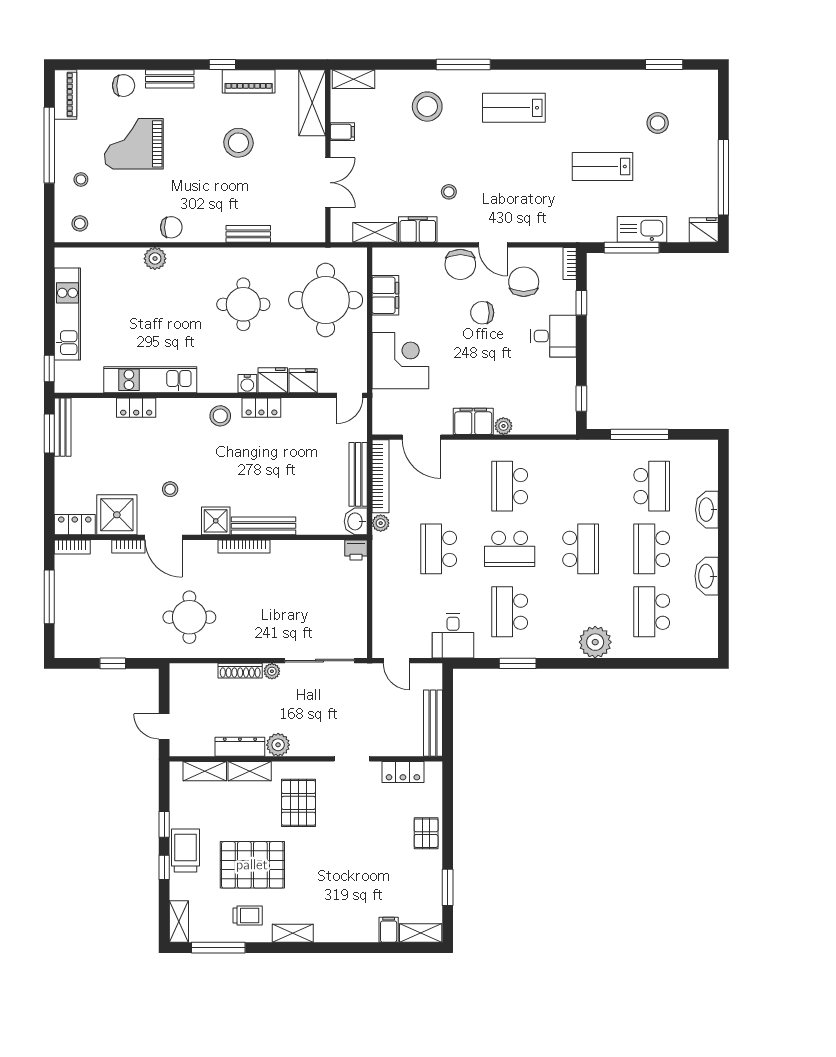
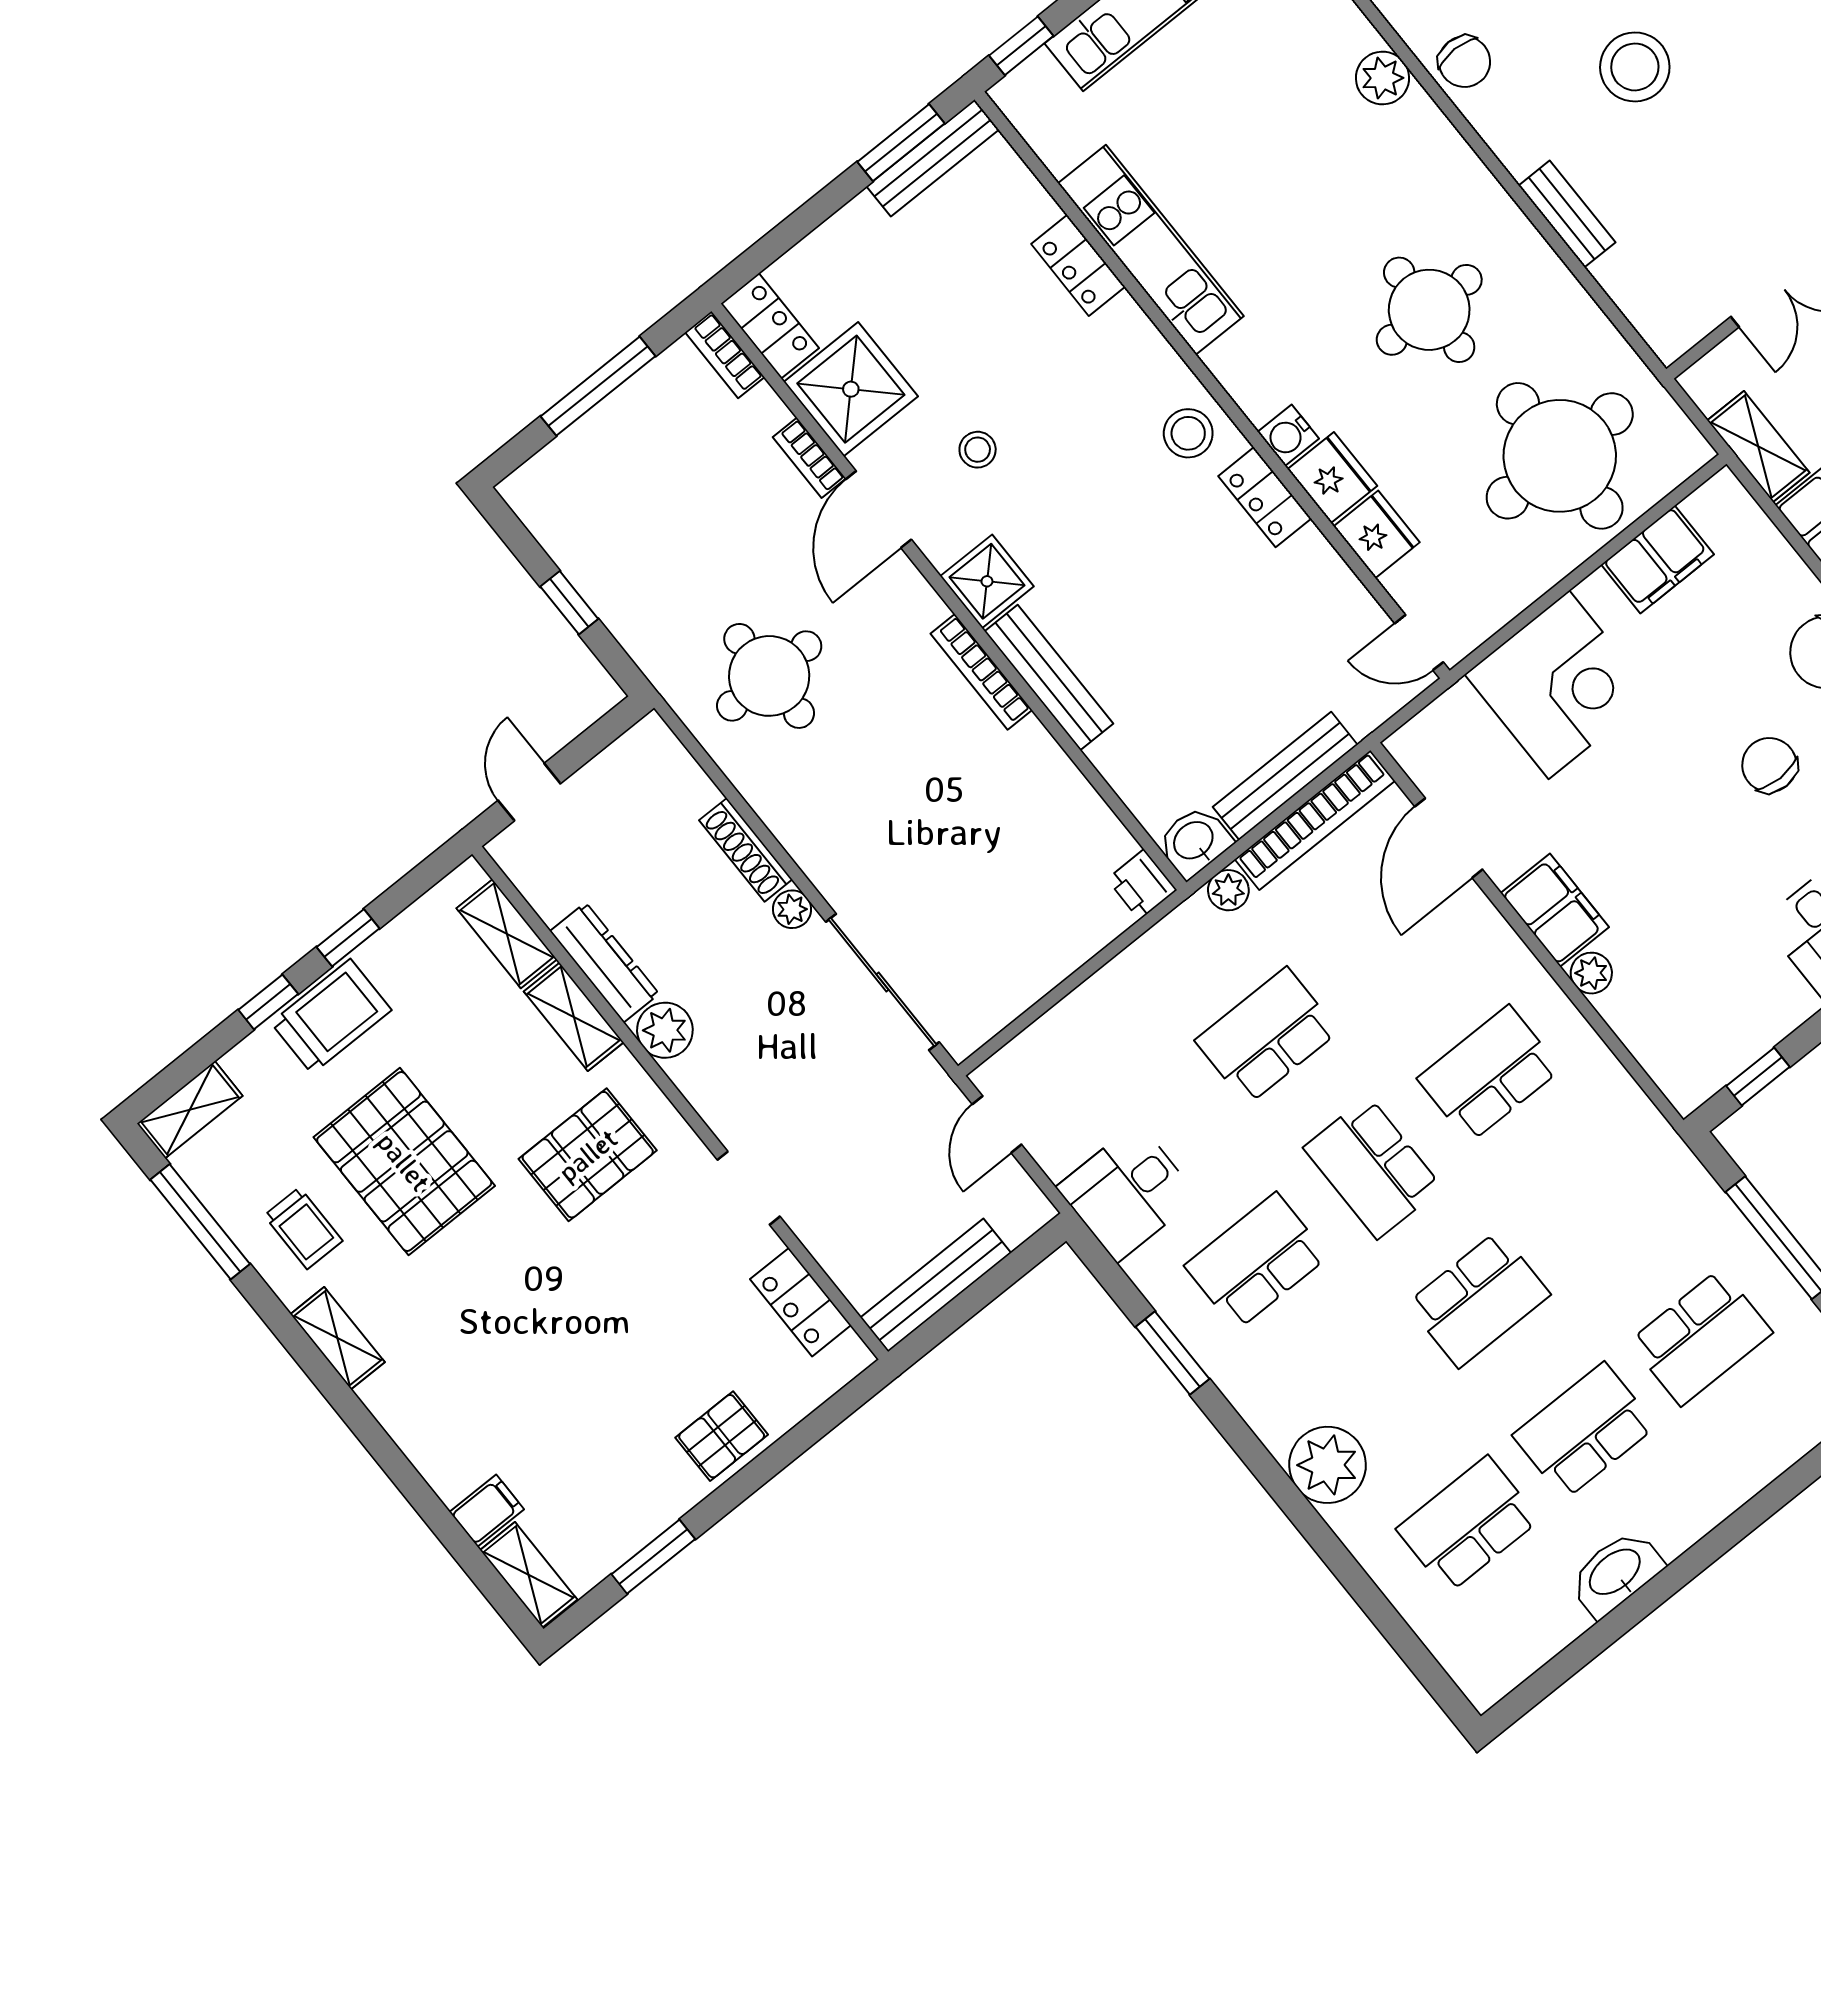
stool: (238, 143) -> (1635, 67), moved
washbasin: (707, 510) -> (1739, 1474), removed

